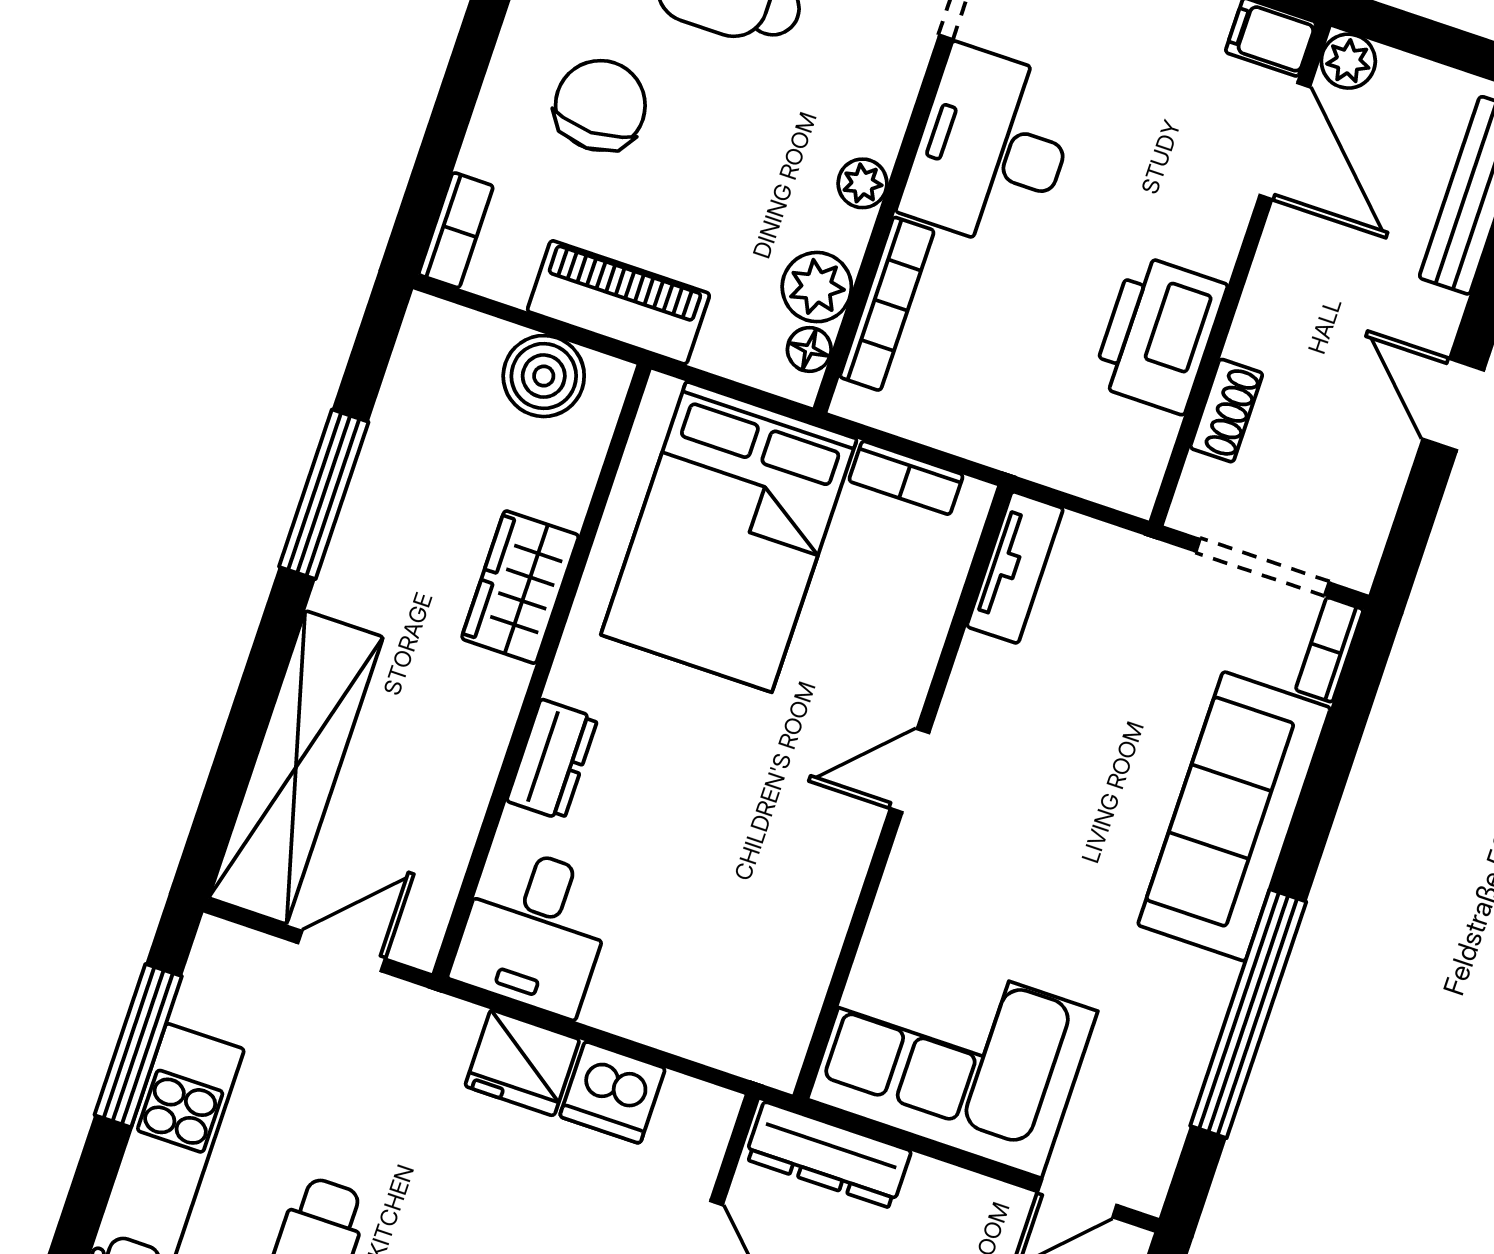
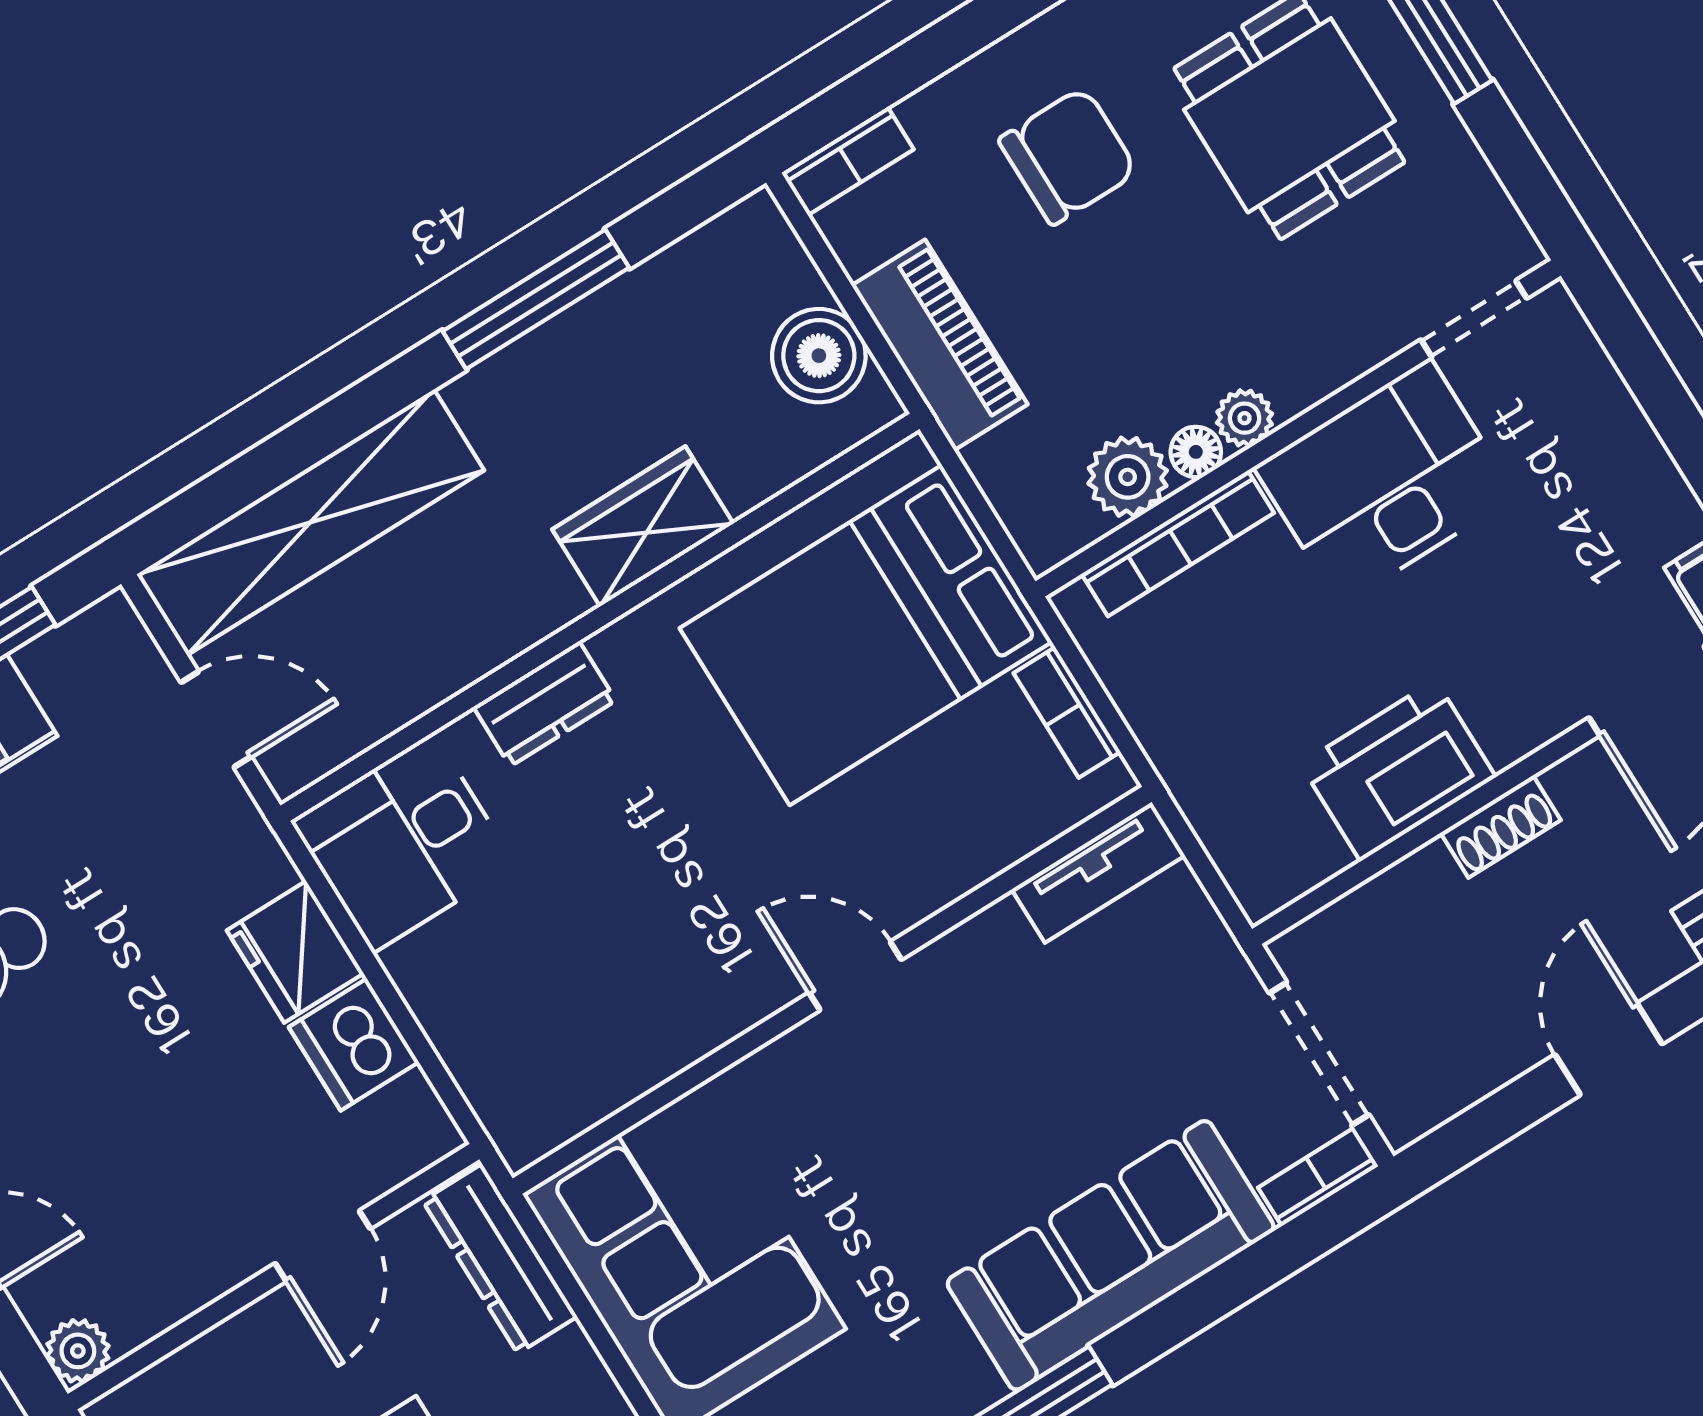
floor lamp: (809, 349) -> (1196, 452), moved
shoe rack: (1226, 411) -> (1501, 827), moved

